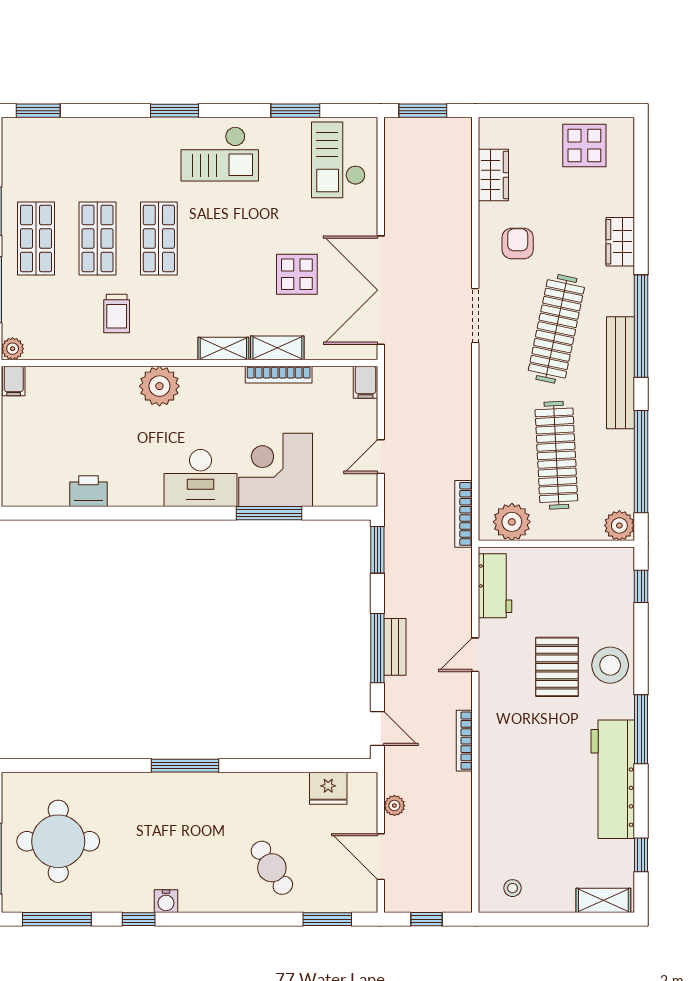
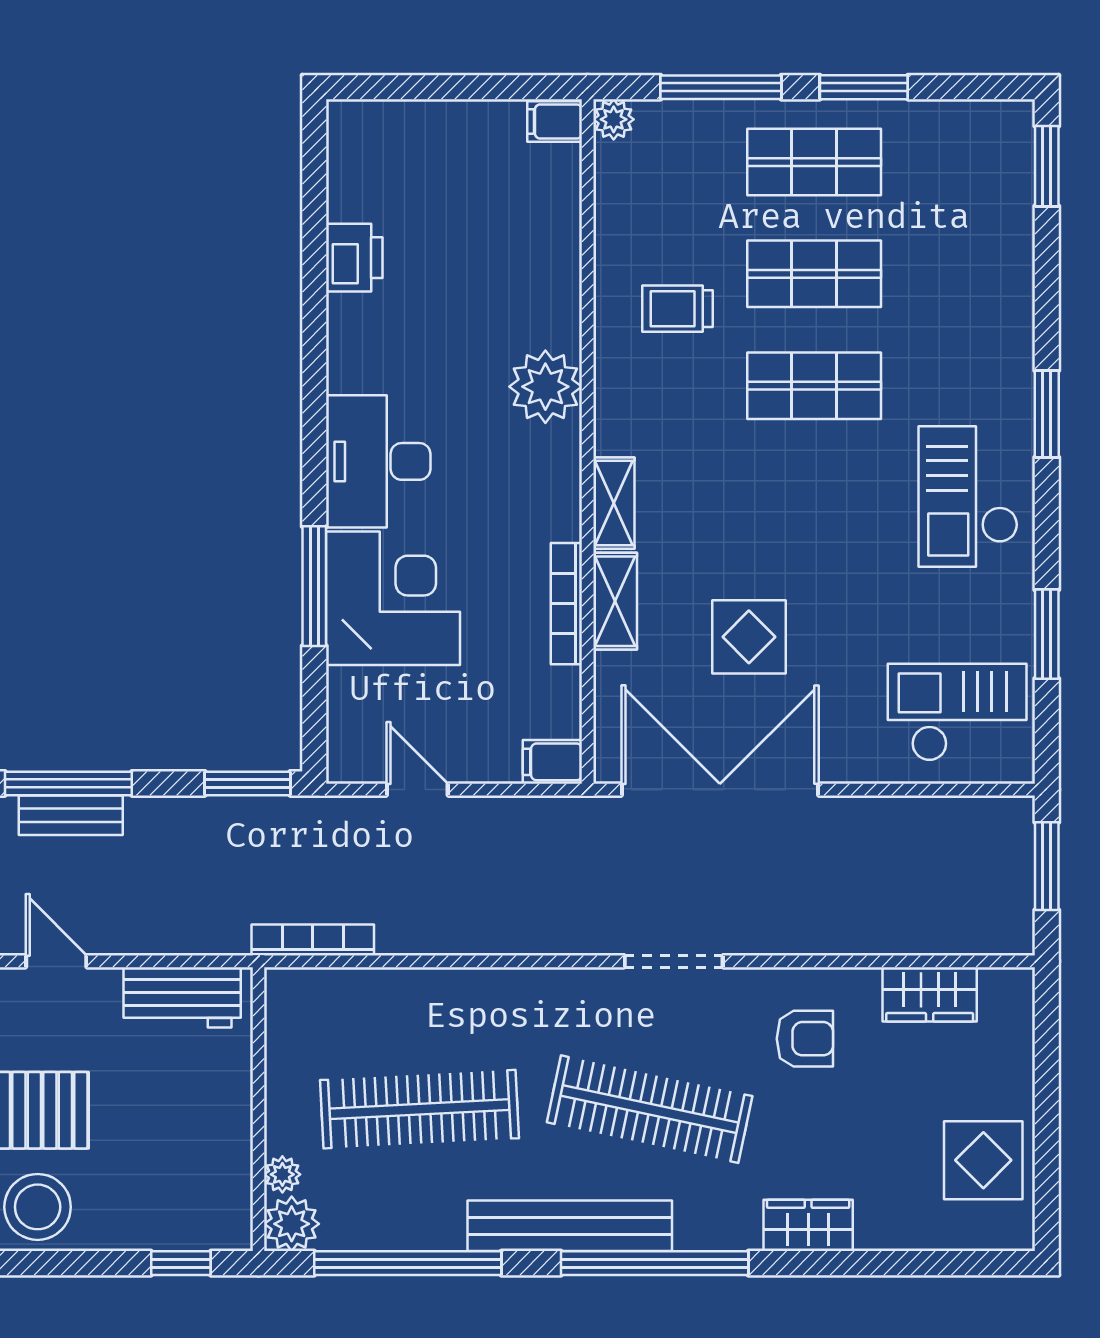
plant: (512, 522) -> (282, 1174), moved, width x0.53, depth x0.53

